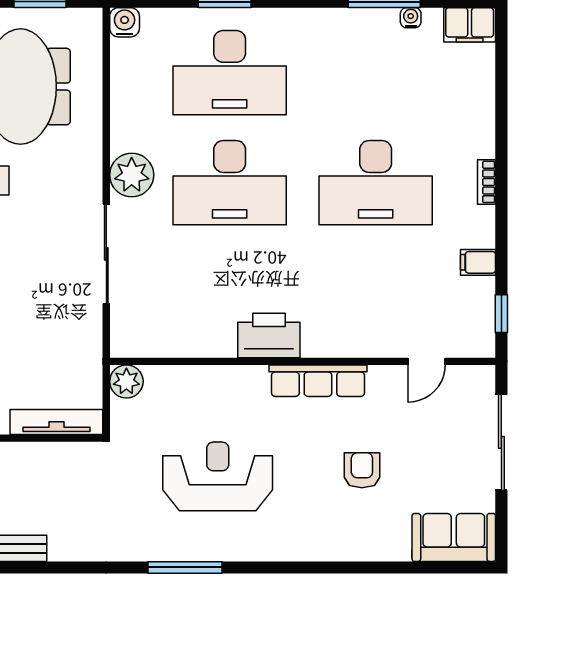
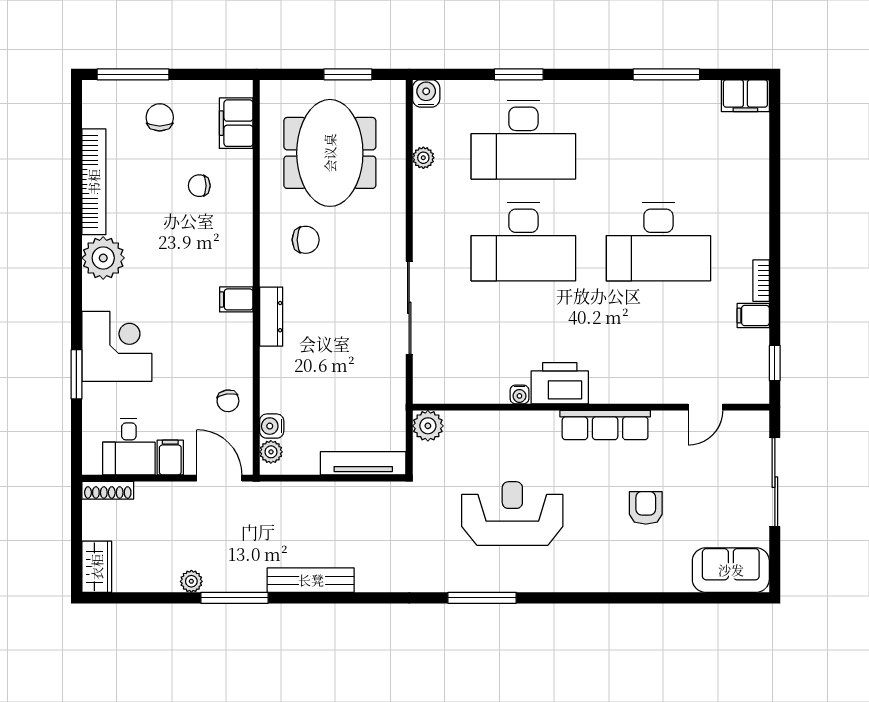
water cooler: (411, 18) -> (519, 394), moved, turned 180
plant: (132, 175) -> (423, 158), moved, width x0.53, depth x0.53
bookcase: (487, 182) -> (761, 281), moved

